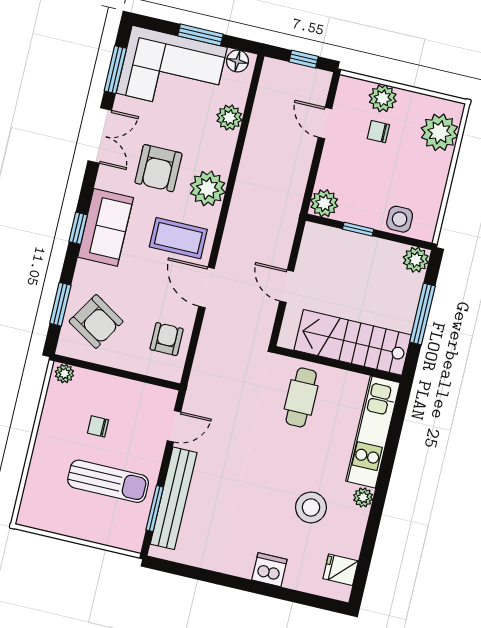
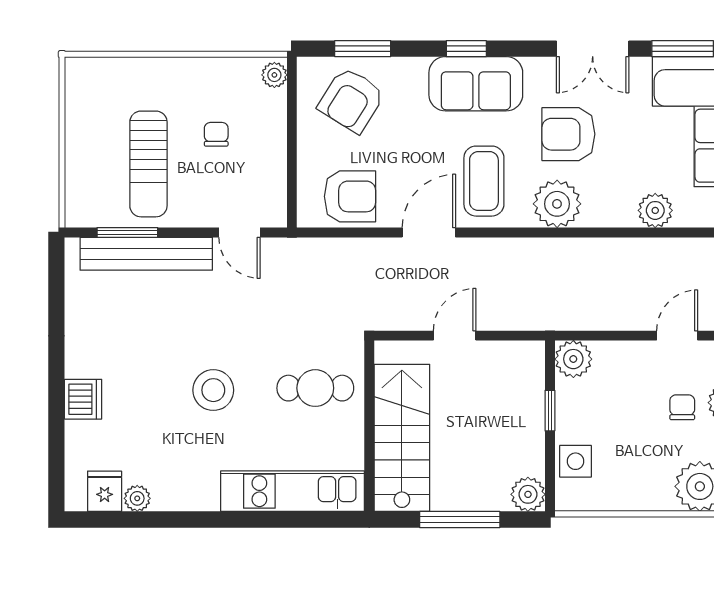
armchair: (167, 339) -> (350, 196), width x1.38, depth x1.38
plant: (363, 497) -> (137, 498), moved
stool: (311, 507) -> (213, 390), moved

